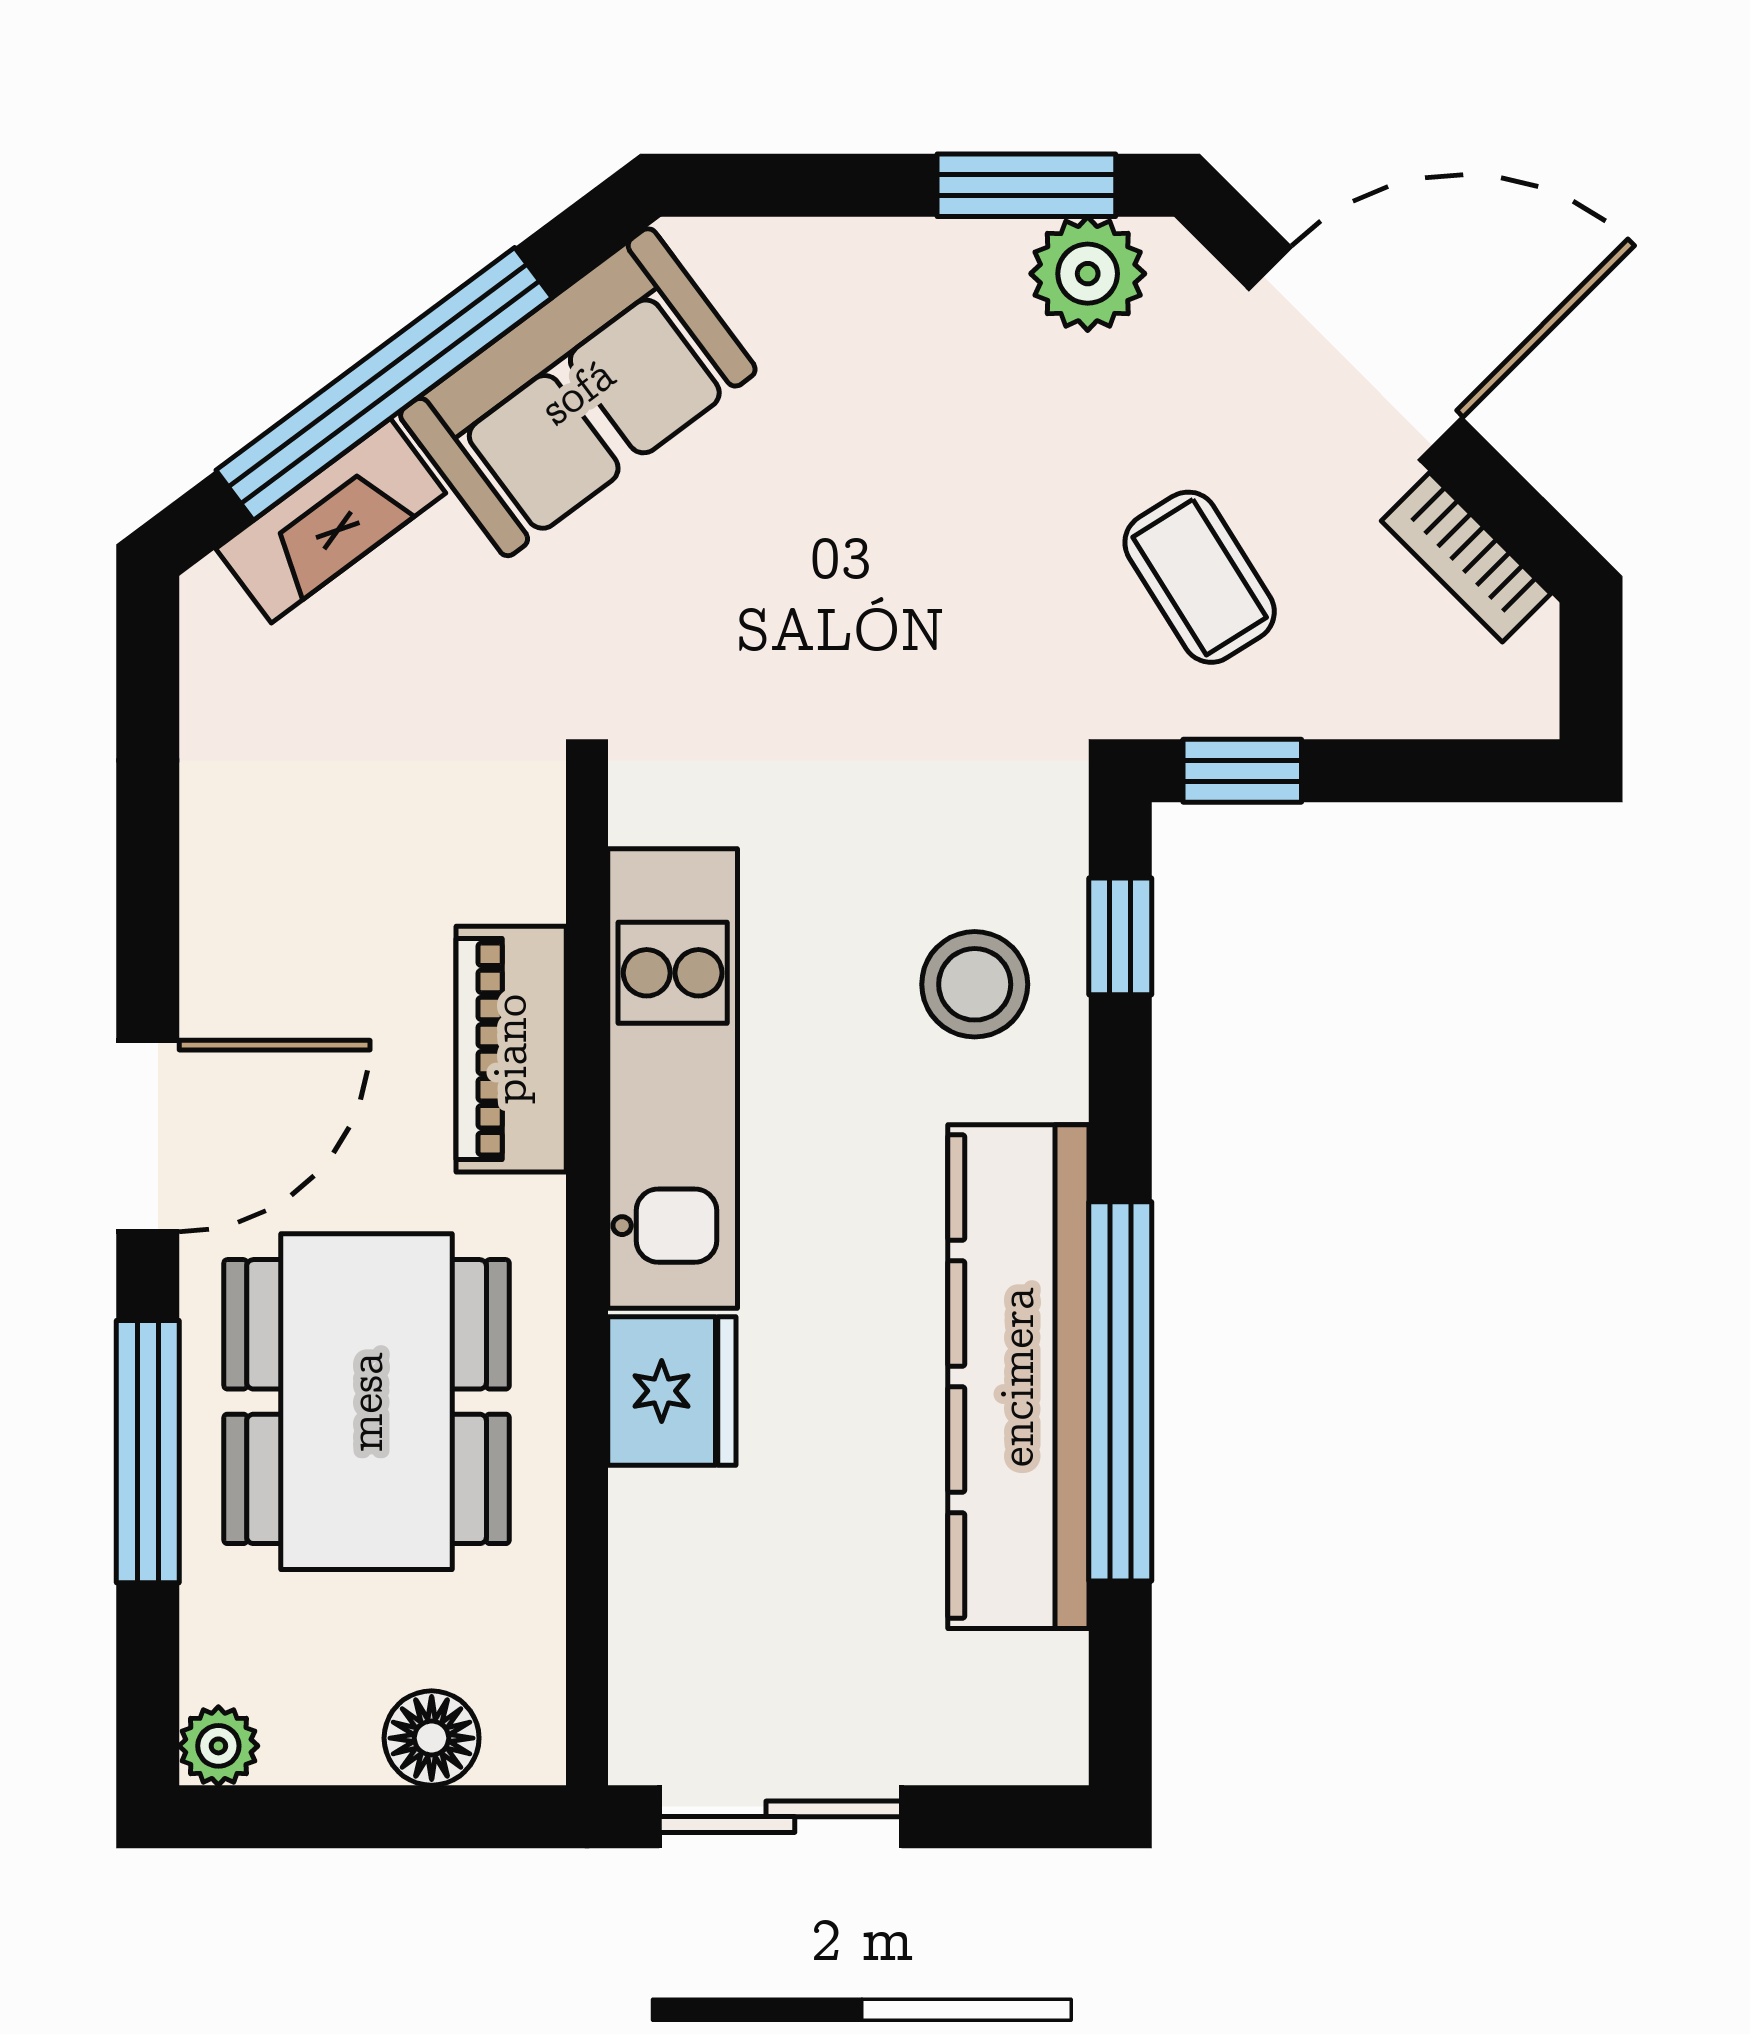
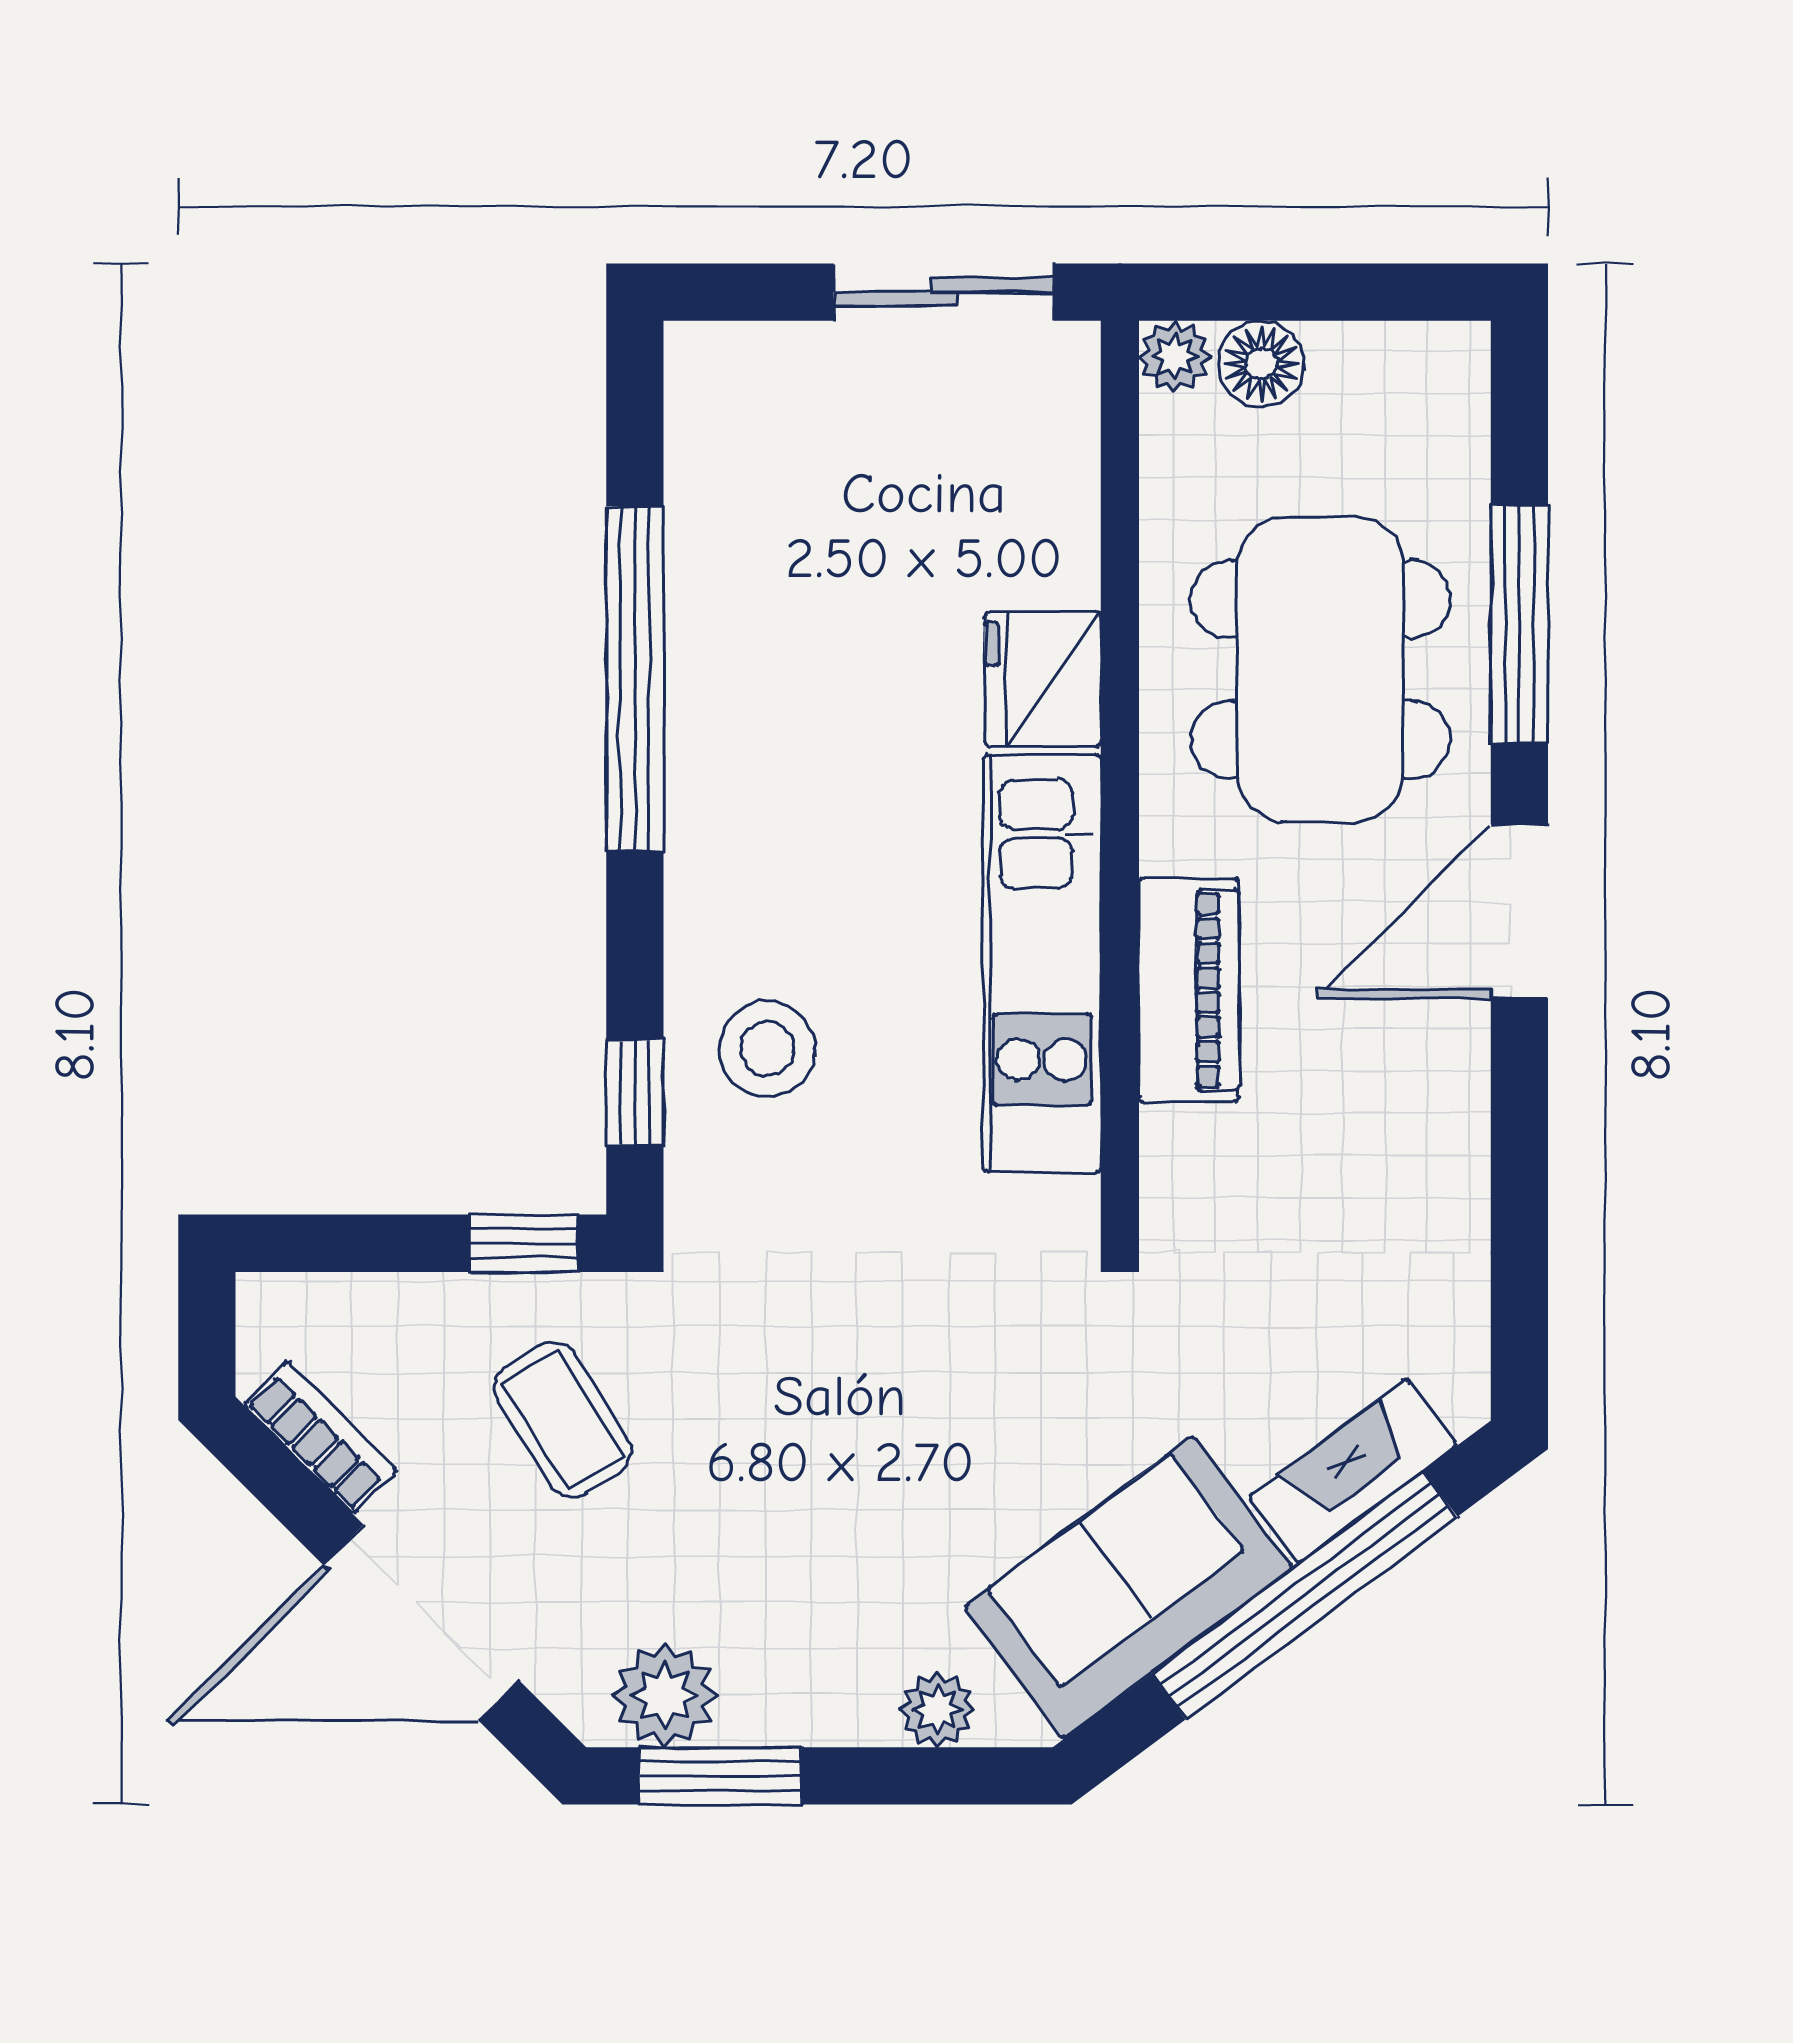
plant: (788, 258) -> (937, 1710), added
kitchen counter: (1018, 1377) -> (728, 692), removed
plant: (218, 1746) -> (1175, 356), moved

